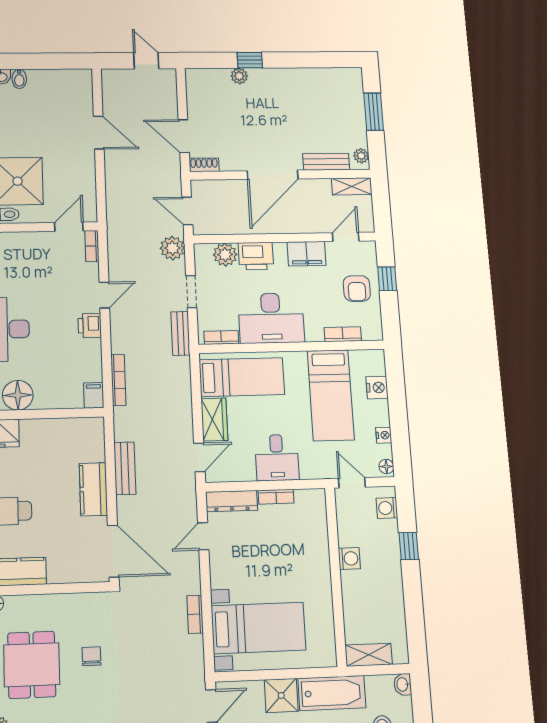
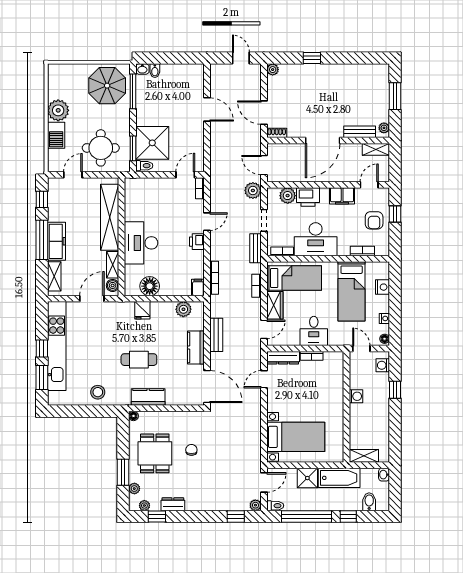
plant: (239, 76) -> (273, 70), moved
plant: (72, 430) -> (183, 309), added
bookcase: (195, 614) -> (256, 286), moved

